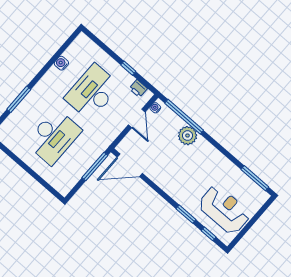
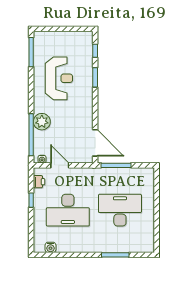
water cooler: (61, 63) -> (51, 247), moved
door: (137, 118) -> (60, 165), hinge flipped
reception desk: (224, 210) -> (59, 78), moved, turned 180

